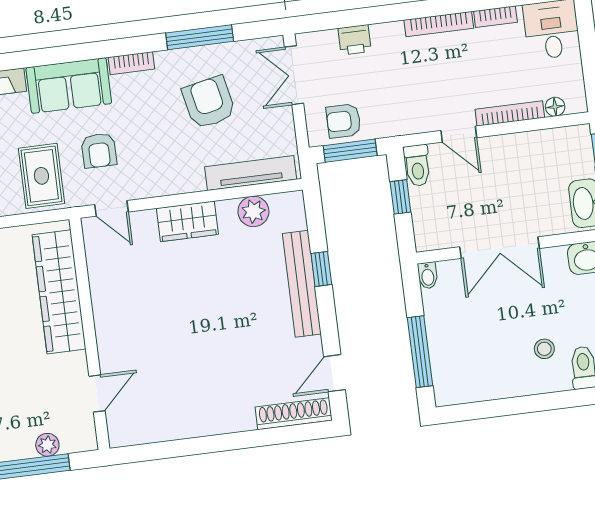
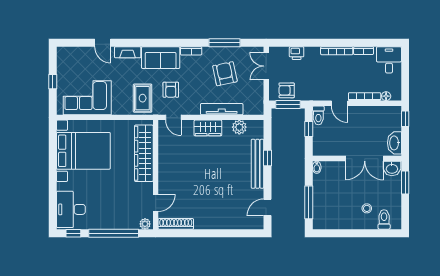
tv unit: (251, 173) -> (222, 109), moved
double door: (500, 248) -> (365, 159), moved
shoe rack: (294, 414) -> (176, 224), moved
plant: (47, 445) -> (145, 224), moved

